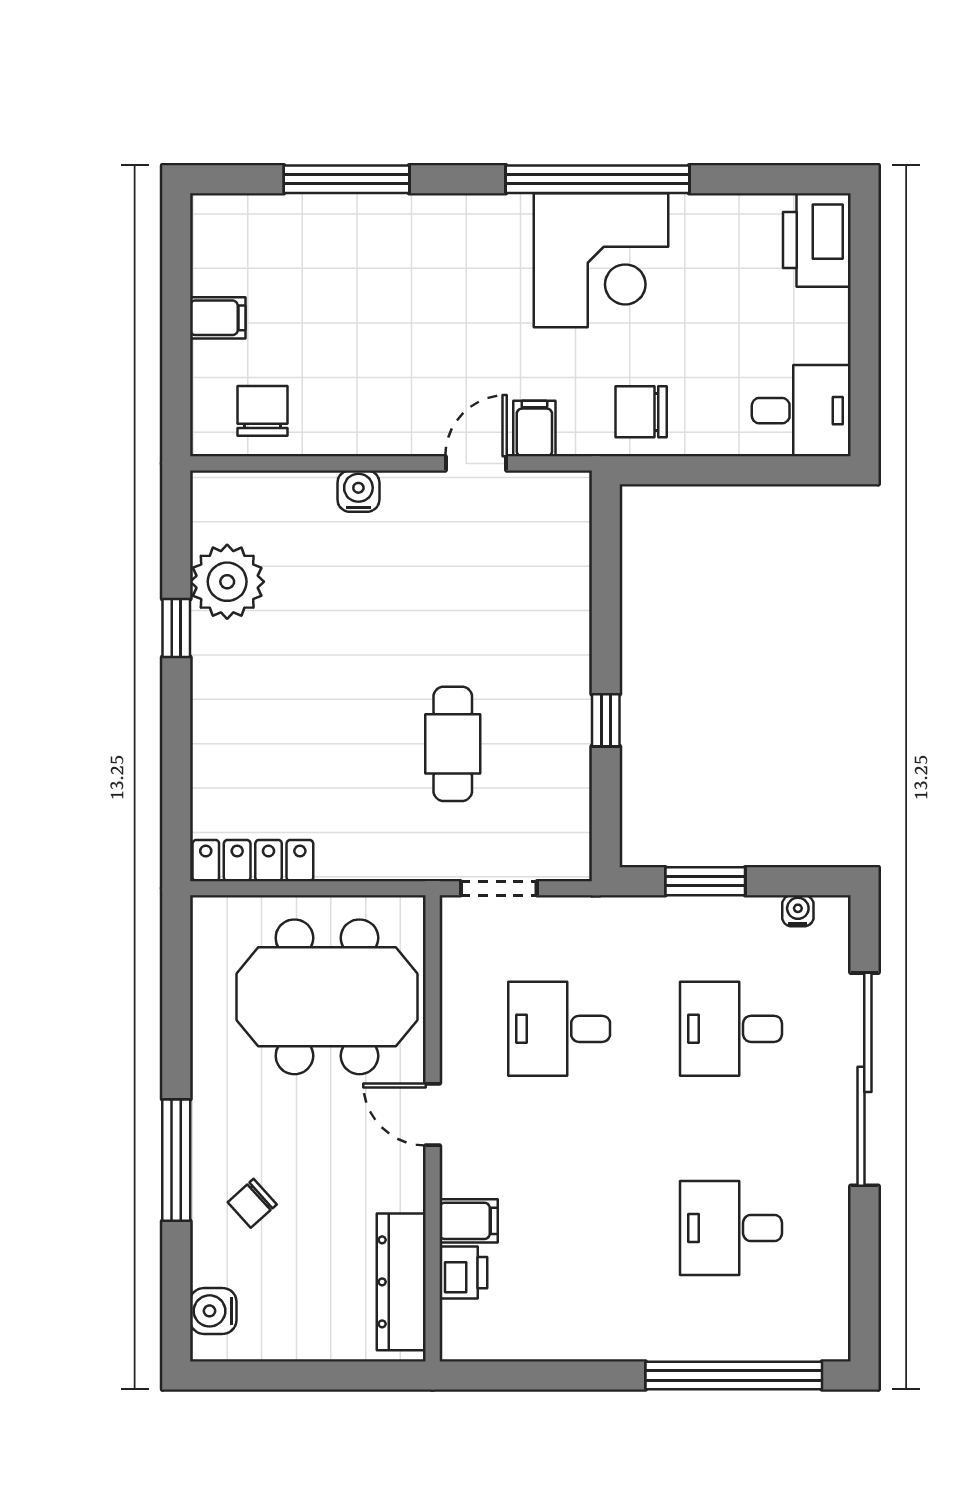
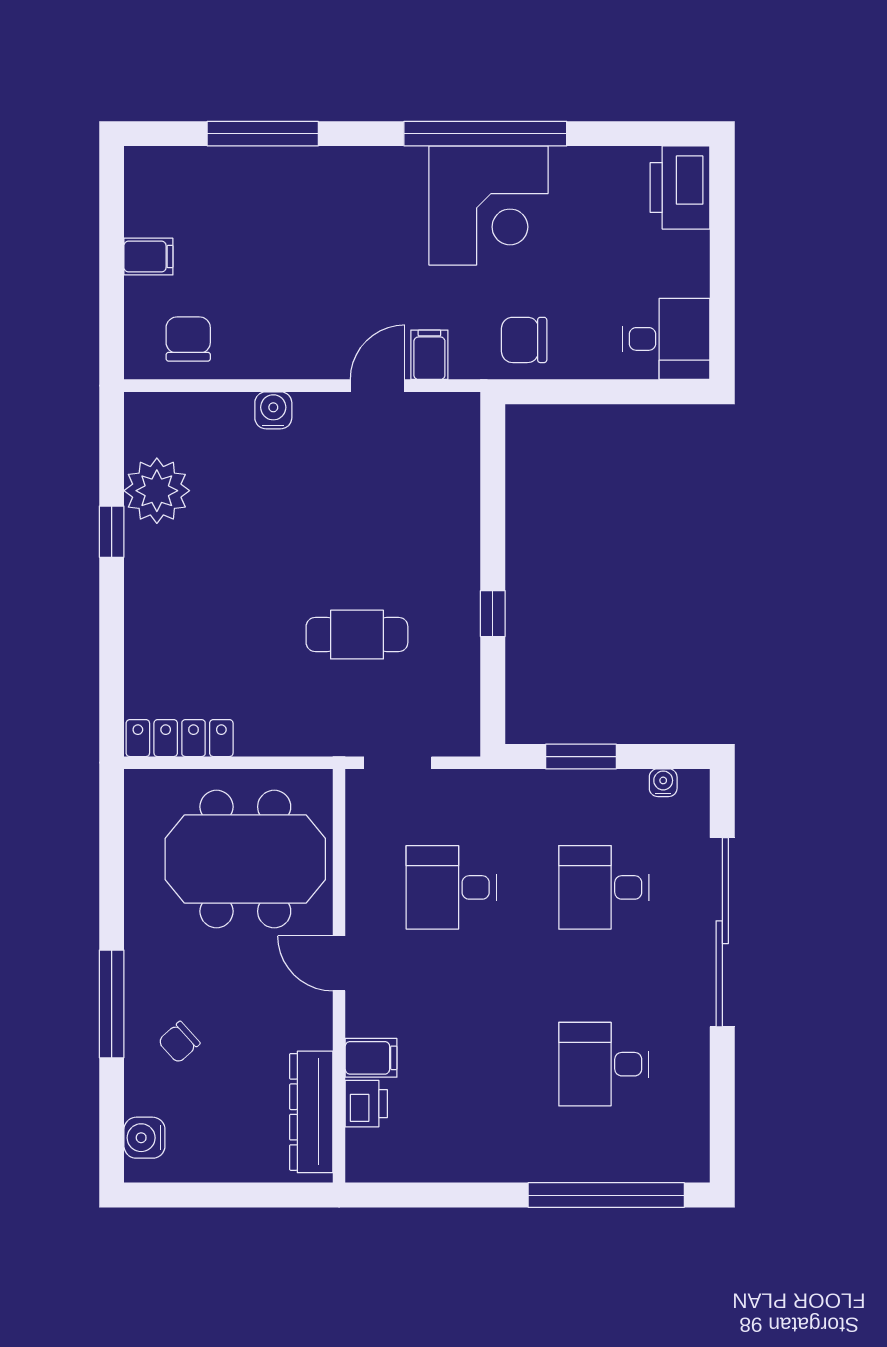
cafe table: (453, 744) -> (357, 635), turned 90

